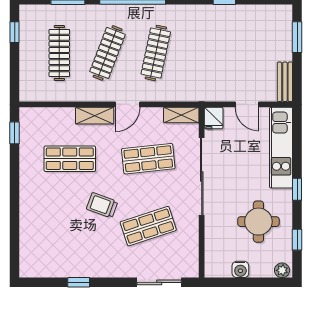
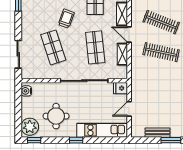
bench: (285, 82) -> (158, 133), moved
shelving: (181, 115) -> (122, 54), moved
window: (297, 240) -> (34, 140), moved
water cooler: (240, 269) -> (26, 91), moved
plant: (282, 270) -> (30, 127), width x1.88, depth x1.88

